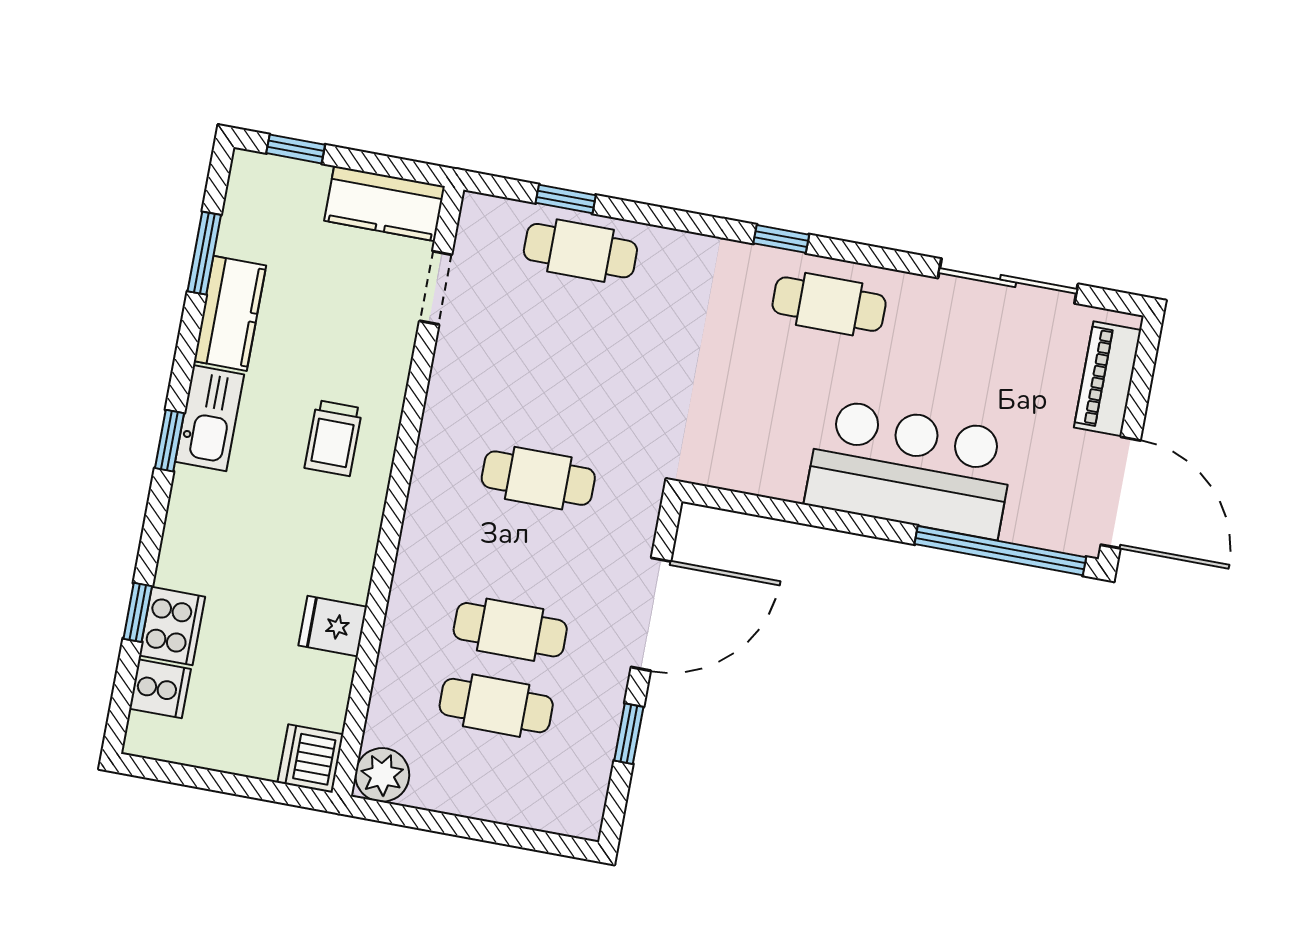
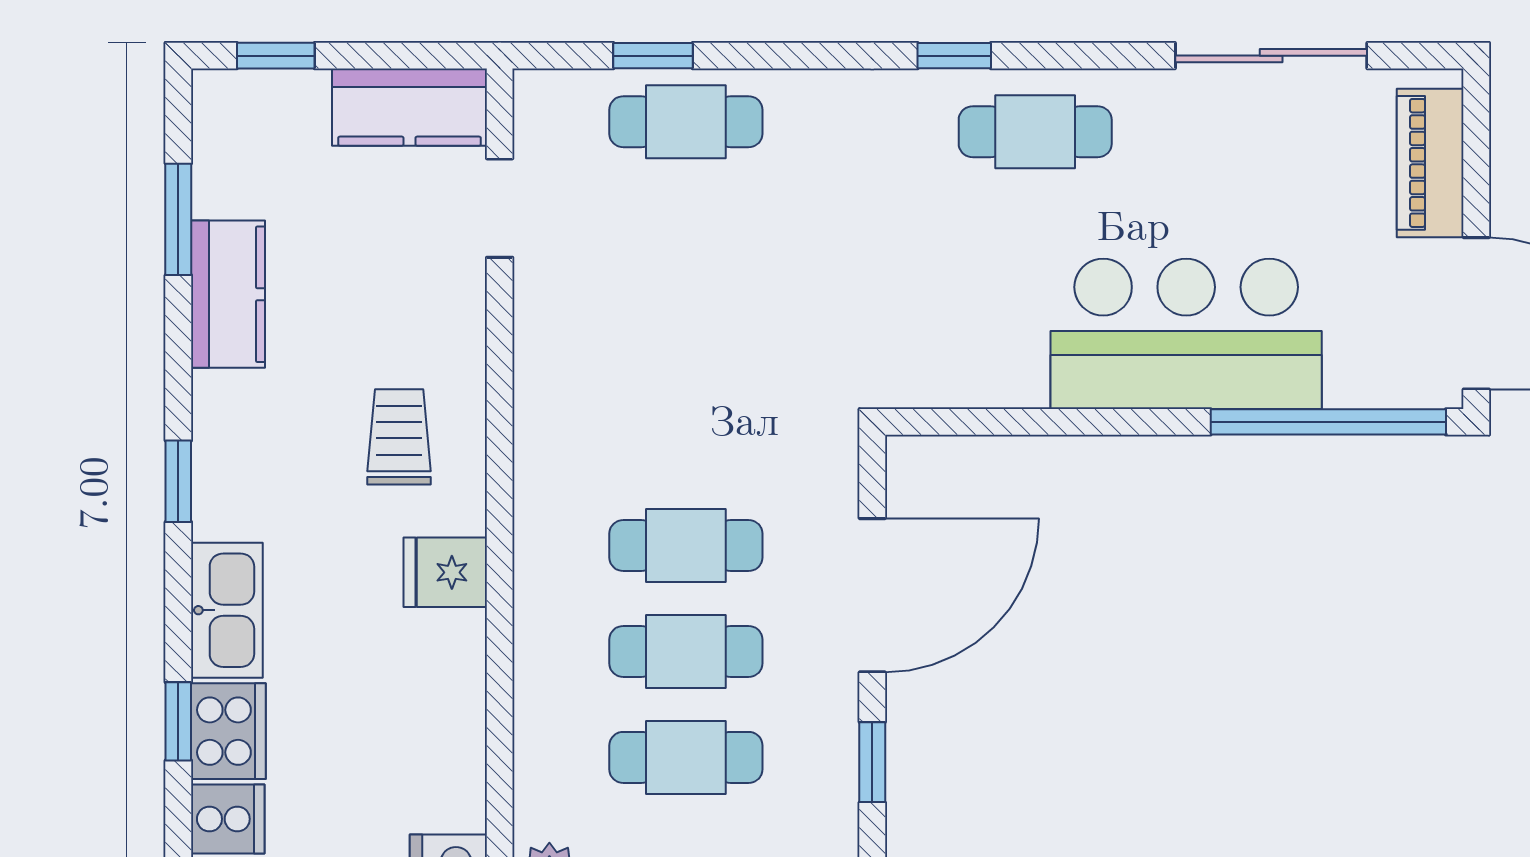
kitchen sink: (210, 418) -> (227, 610), moved
trolley: (333, 438) -> (399, 437), turned 180
cafe table: (538, 478) -> (686, 546), moved
fridge: (333, 626) -> (445, 572), moved

